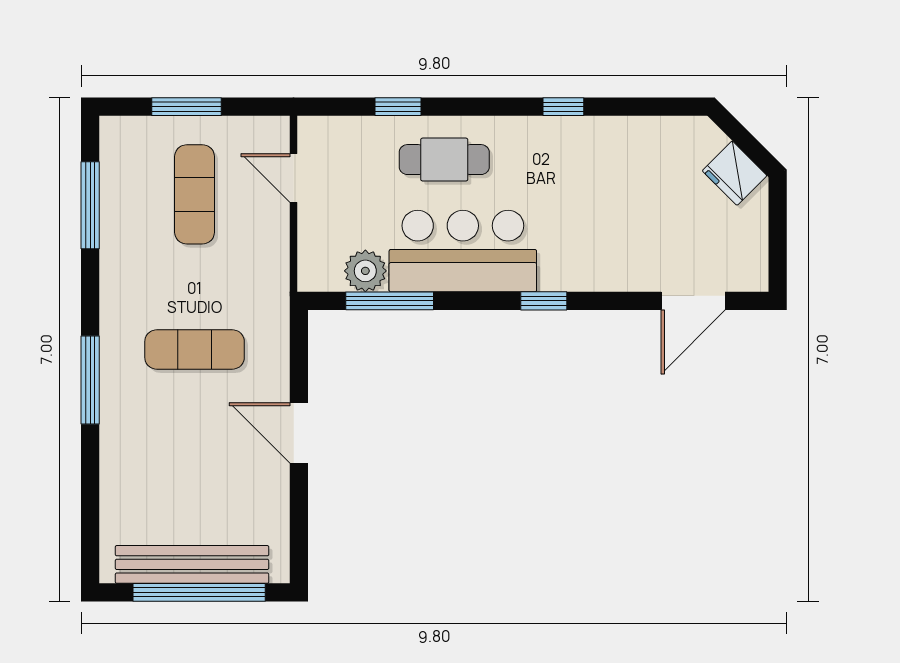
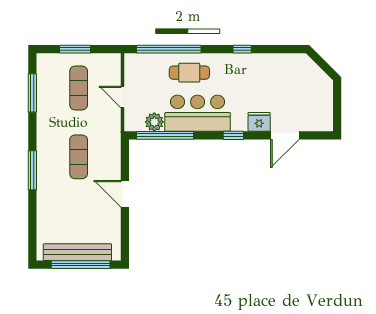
window: (398, 107) -> (169, 49), width x3.17
fridge: (735, 173) -> (259, 122), moved, turned 135
door: (294, 178) -> (122, 97), moved
window: (390, 301) -> (165, 135), width x1.46
door: (693, 301) -> (285, 135), moved
exercise mat: (195, 349) -> (79, 157), turned 90

